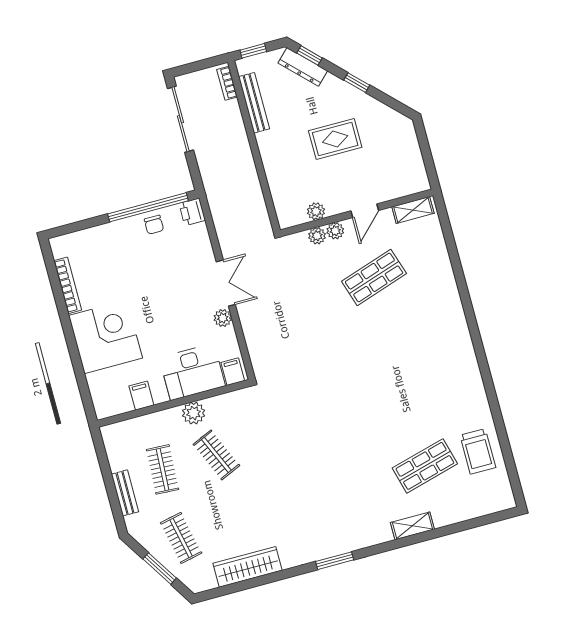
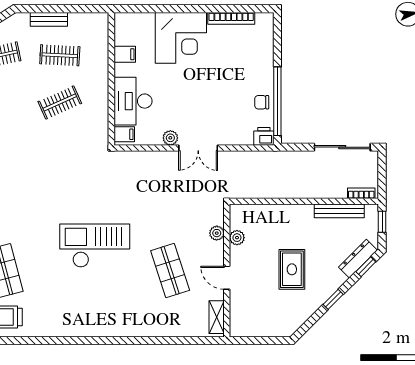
plant: (335, 231) -> (217, 249), removed
checkout: (369, 371) -> (95, 246), added
plant: (194, 413) -> (99, 93), removed

